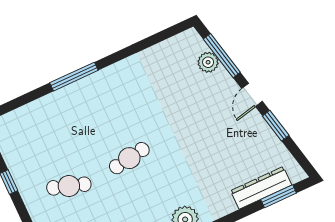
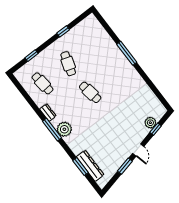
window: (222, 56) -> (156, 129), width x0.46
door: (252, 95) -> (138, 150), swing flipped
window: (279, 196) -> (81, 167), moved

